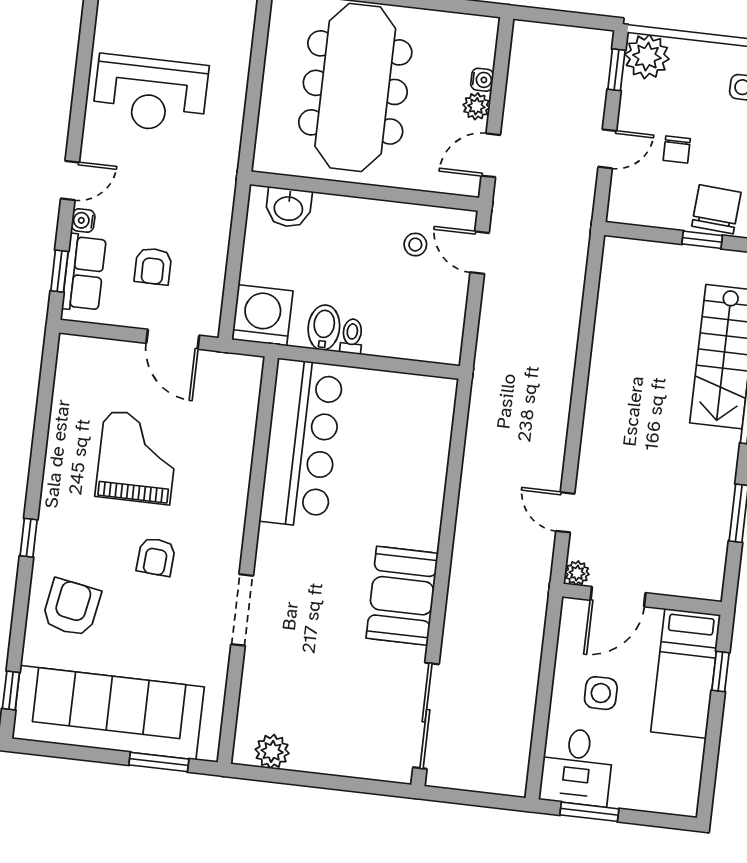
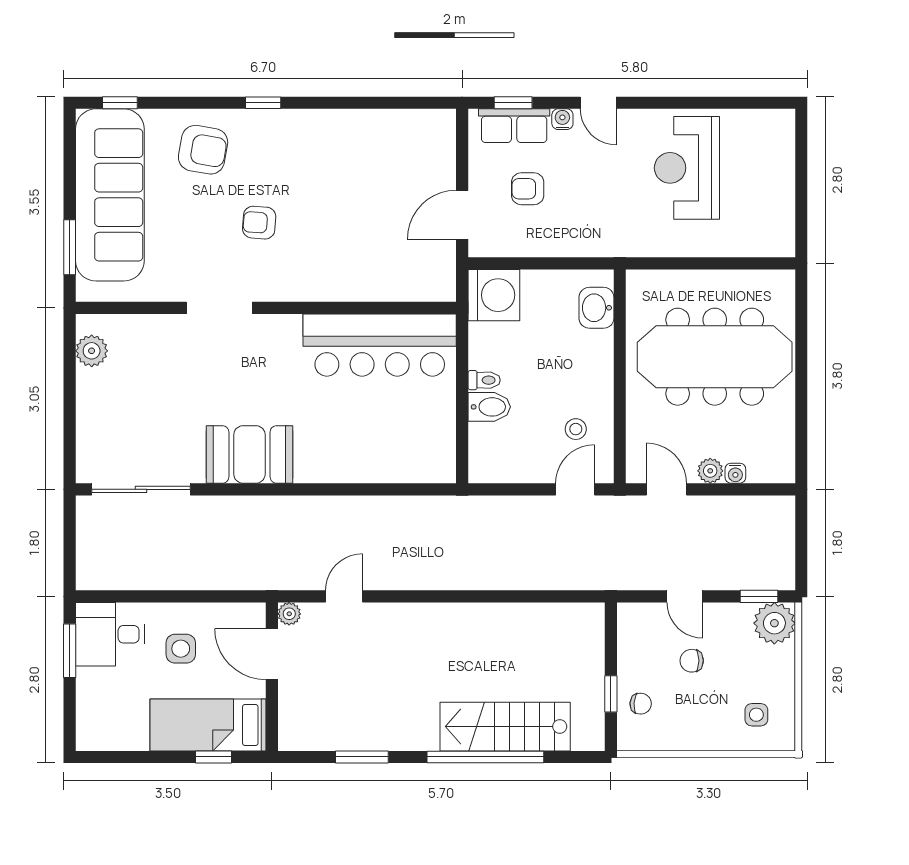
chair: (716, 209) -> (641, 704), width x0.54, depth x0.54
bidet: (324, 328) -> (489, 407), moved
grand piano: (137, 458) -> (349, 195), removed

